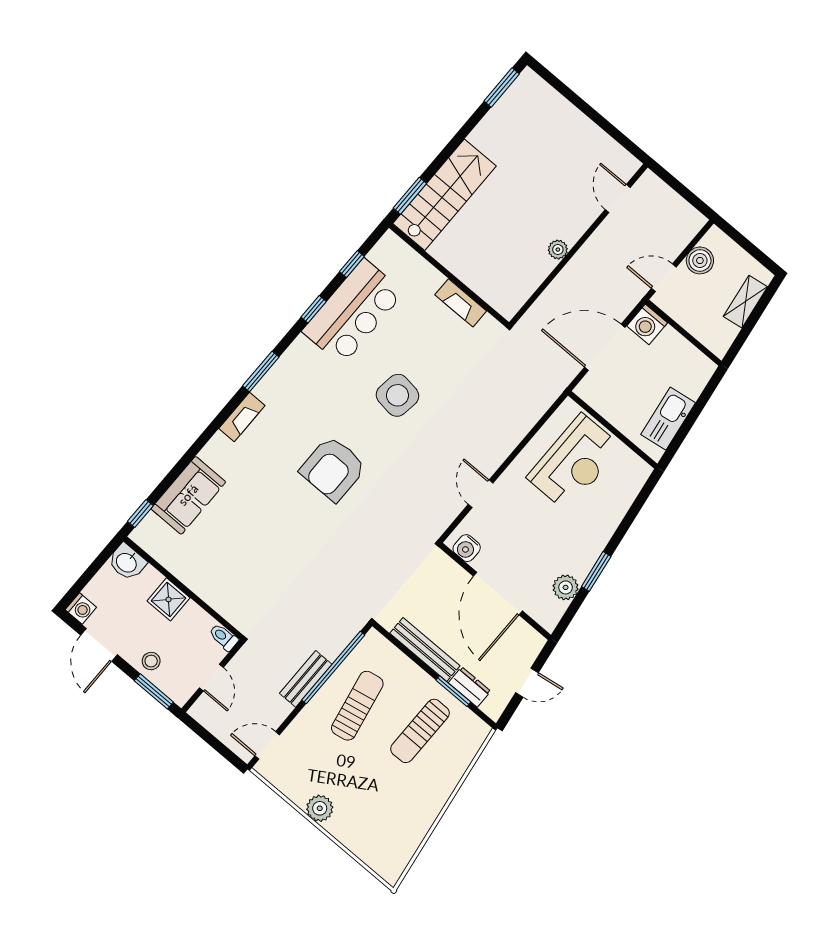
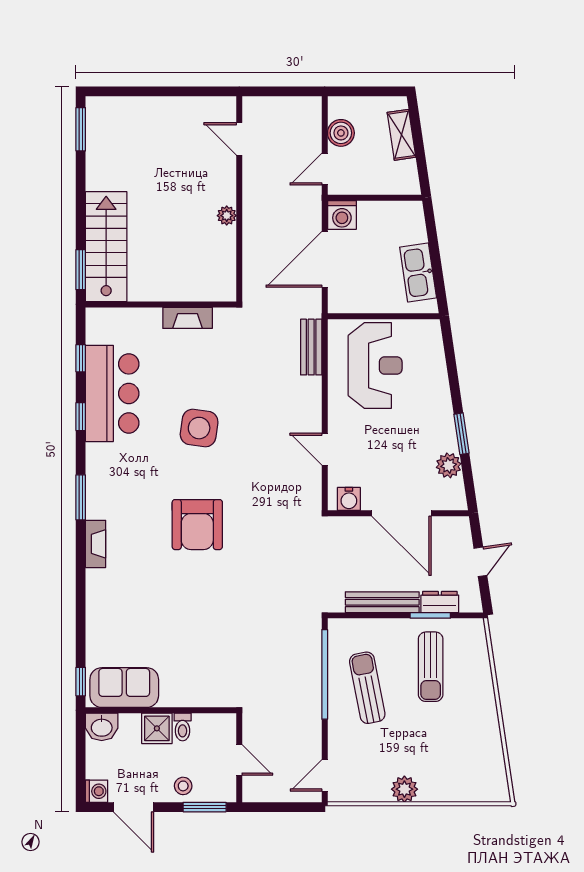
sofa: (188, 495) -> (124, 688), moved, turned -90
toilet: (223, 637) -> (183, 727), moved, turned -90
bench: (306, 679) -> (311, 347), moved

